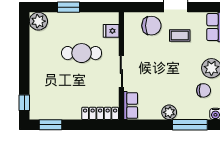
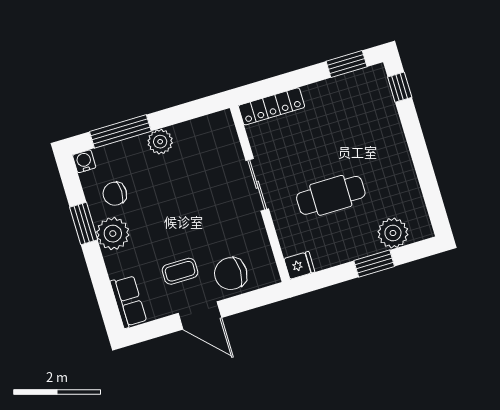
plant: (38, 21) -> (393, 233), moved
fridge: (111, 31) -> (299, 265), moved
row of seats: (131, 105) -> (226, 134), removed

